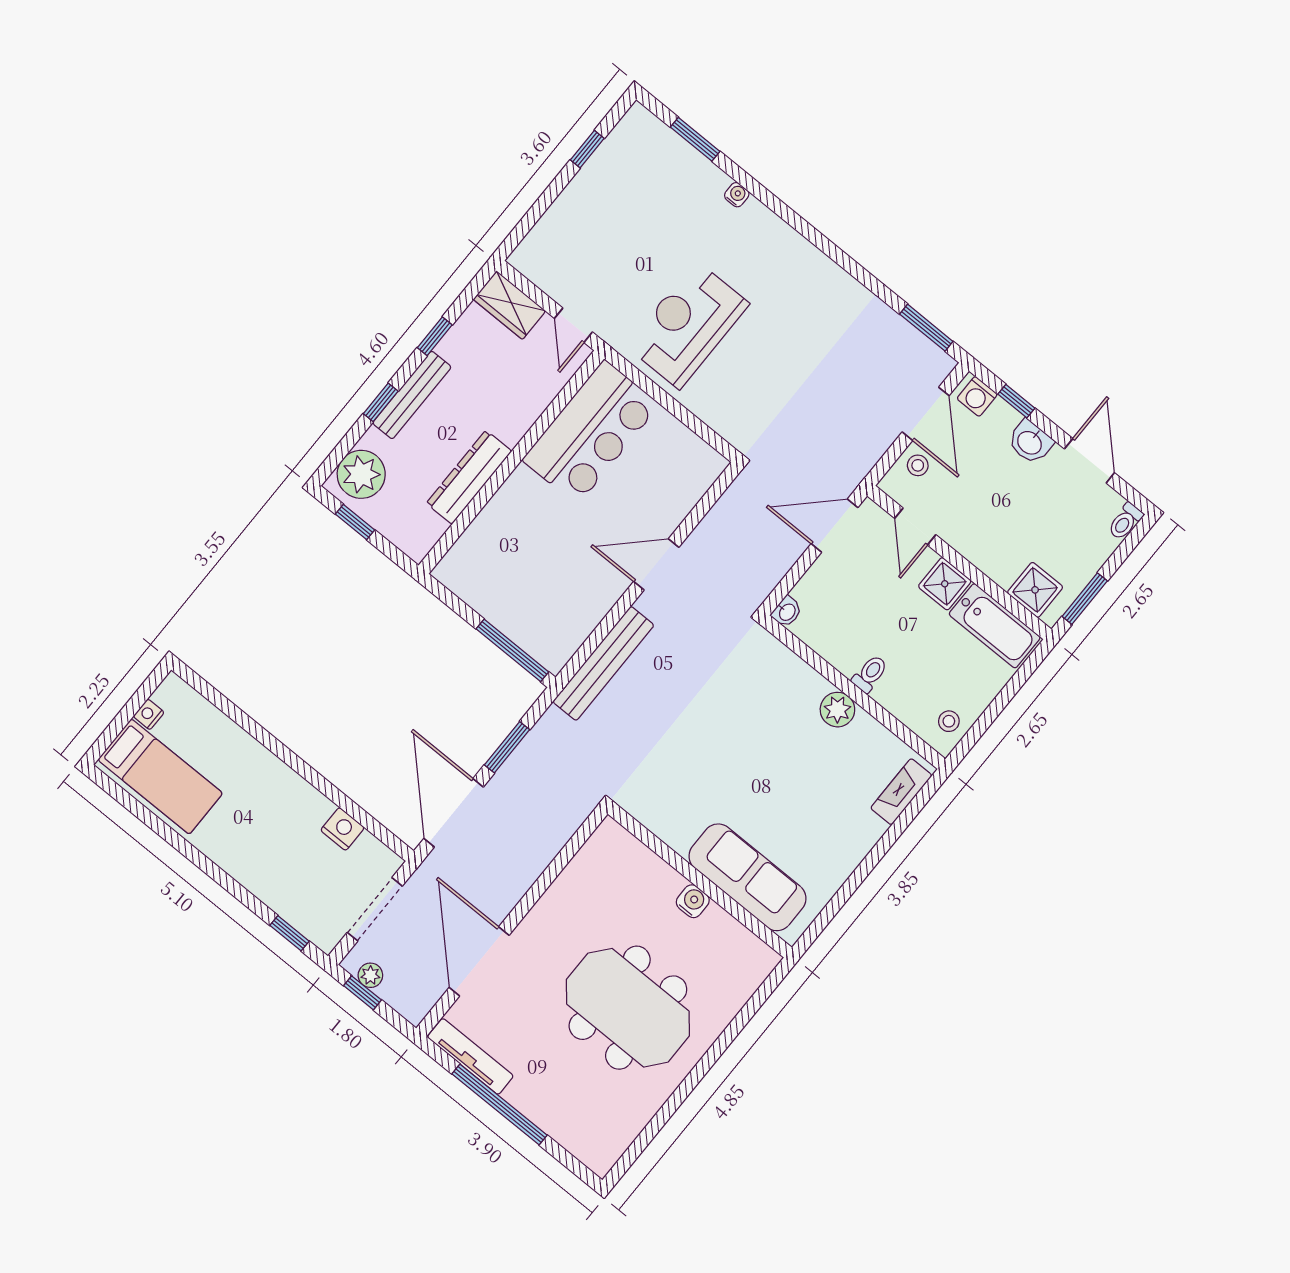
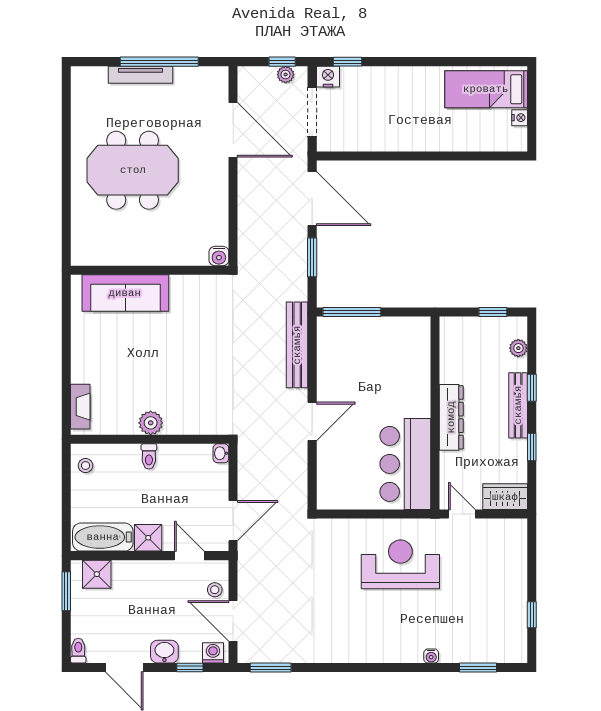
reception desk: (688, 325) -> (400, 564), turned -90
plant: (361, 474) -> (518, 348), width x0.53, depth x0.53
dresser: (469, 477) -> (451, 417), moved
nightstand: (342, 829) -> (328, 77), moved, turned 180
water cooler: (693, 901) -> (219, 256), moved
tv unit: (470, 1056) -> (140, 75), moved

